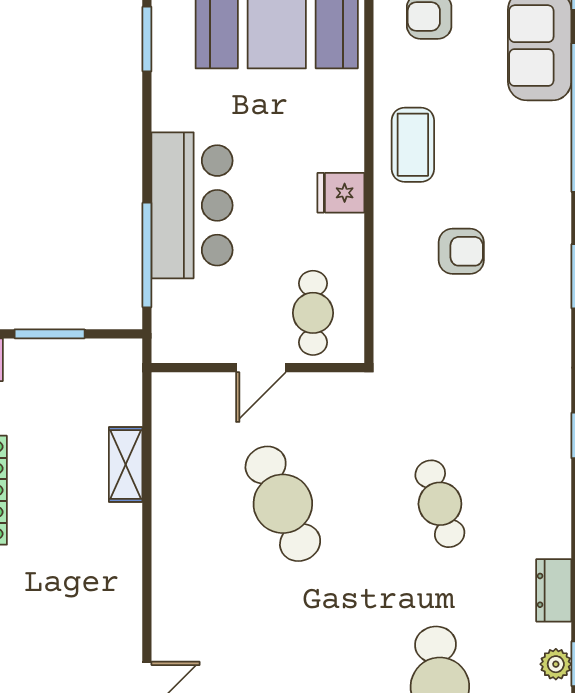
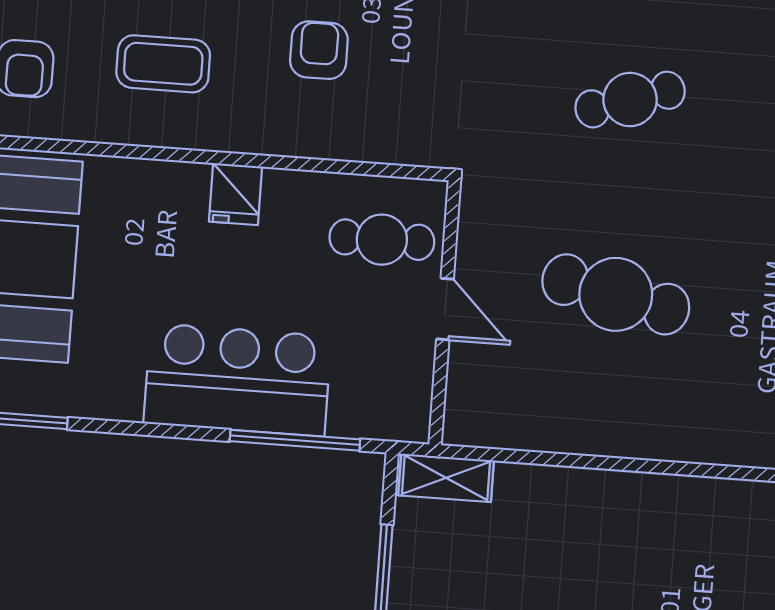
coffee table: (413, 145) -> (163, 64), moved
shelving: (126, 465) -> (446, 478), moved
cafe table: (283, 504) -> (616, 294), turned 36

